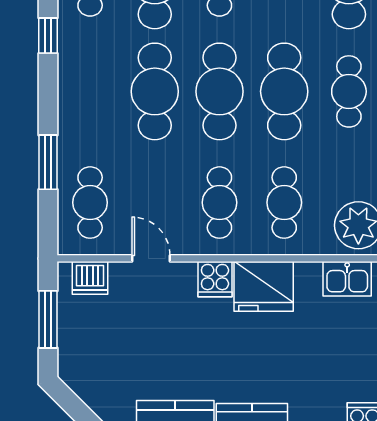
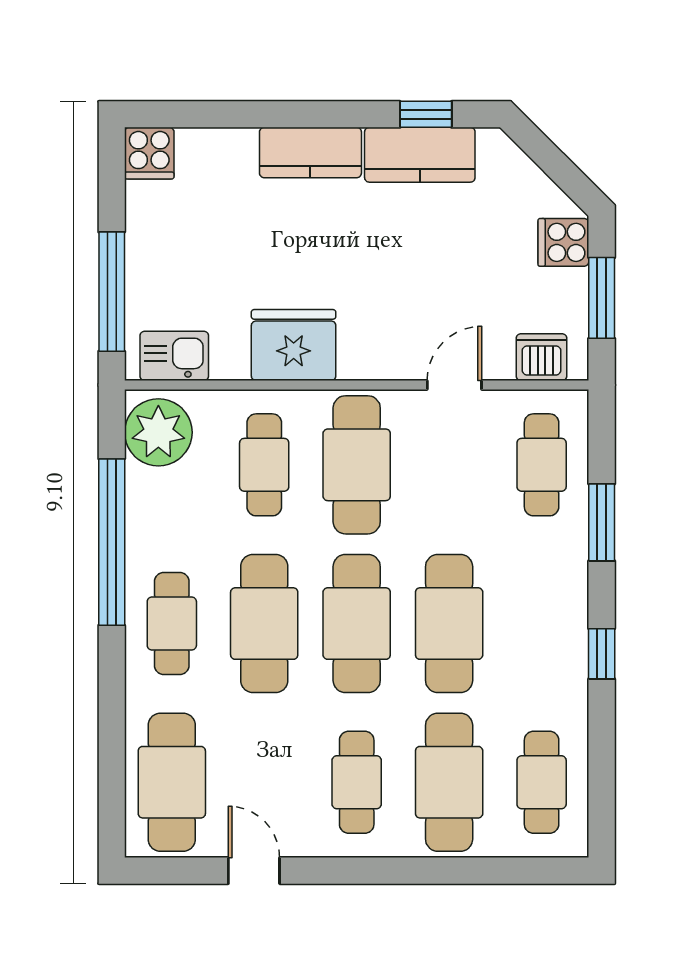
window: (48, 36) -> (602, 654), moved
cafe table: (219, 203) -> (357, 465), width x1.37, depth x1.35
door: (151, 258) -> (454, 385), swing flipped
cooker: (215, 279) -> (563, 242), moved, turned -90

